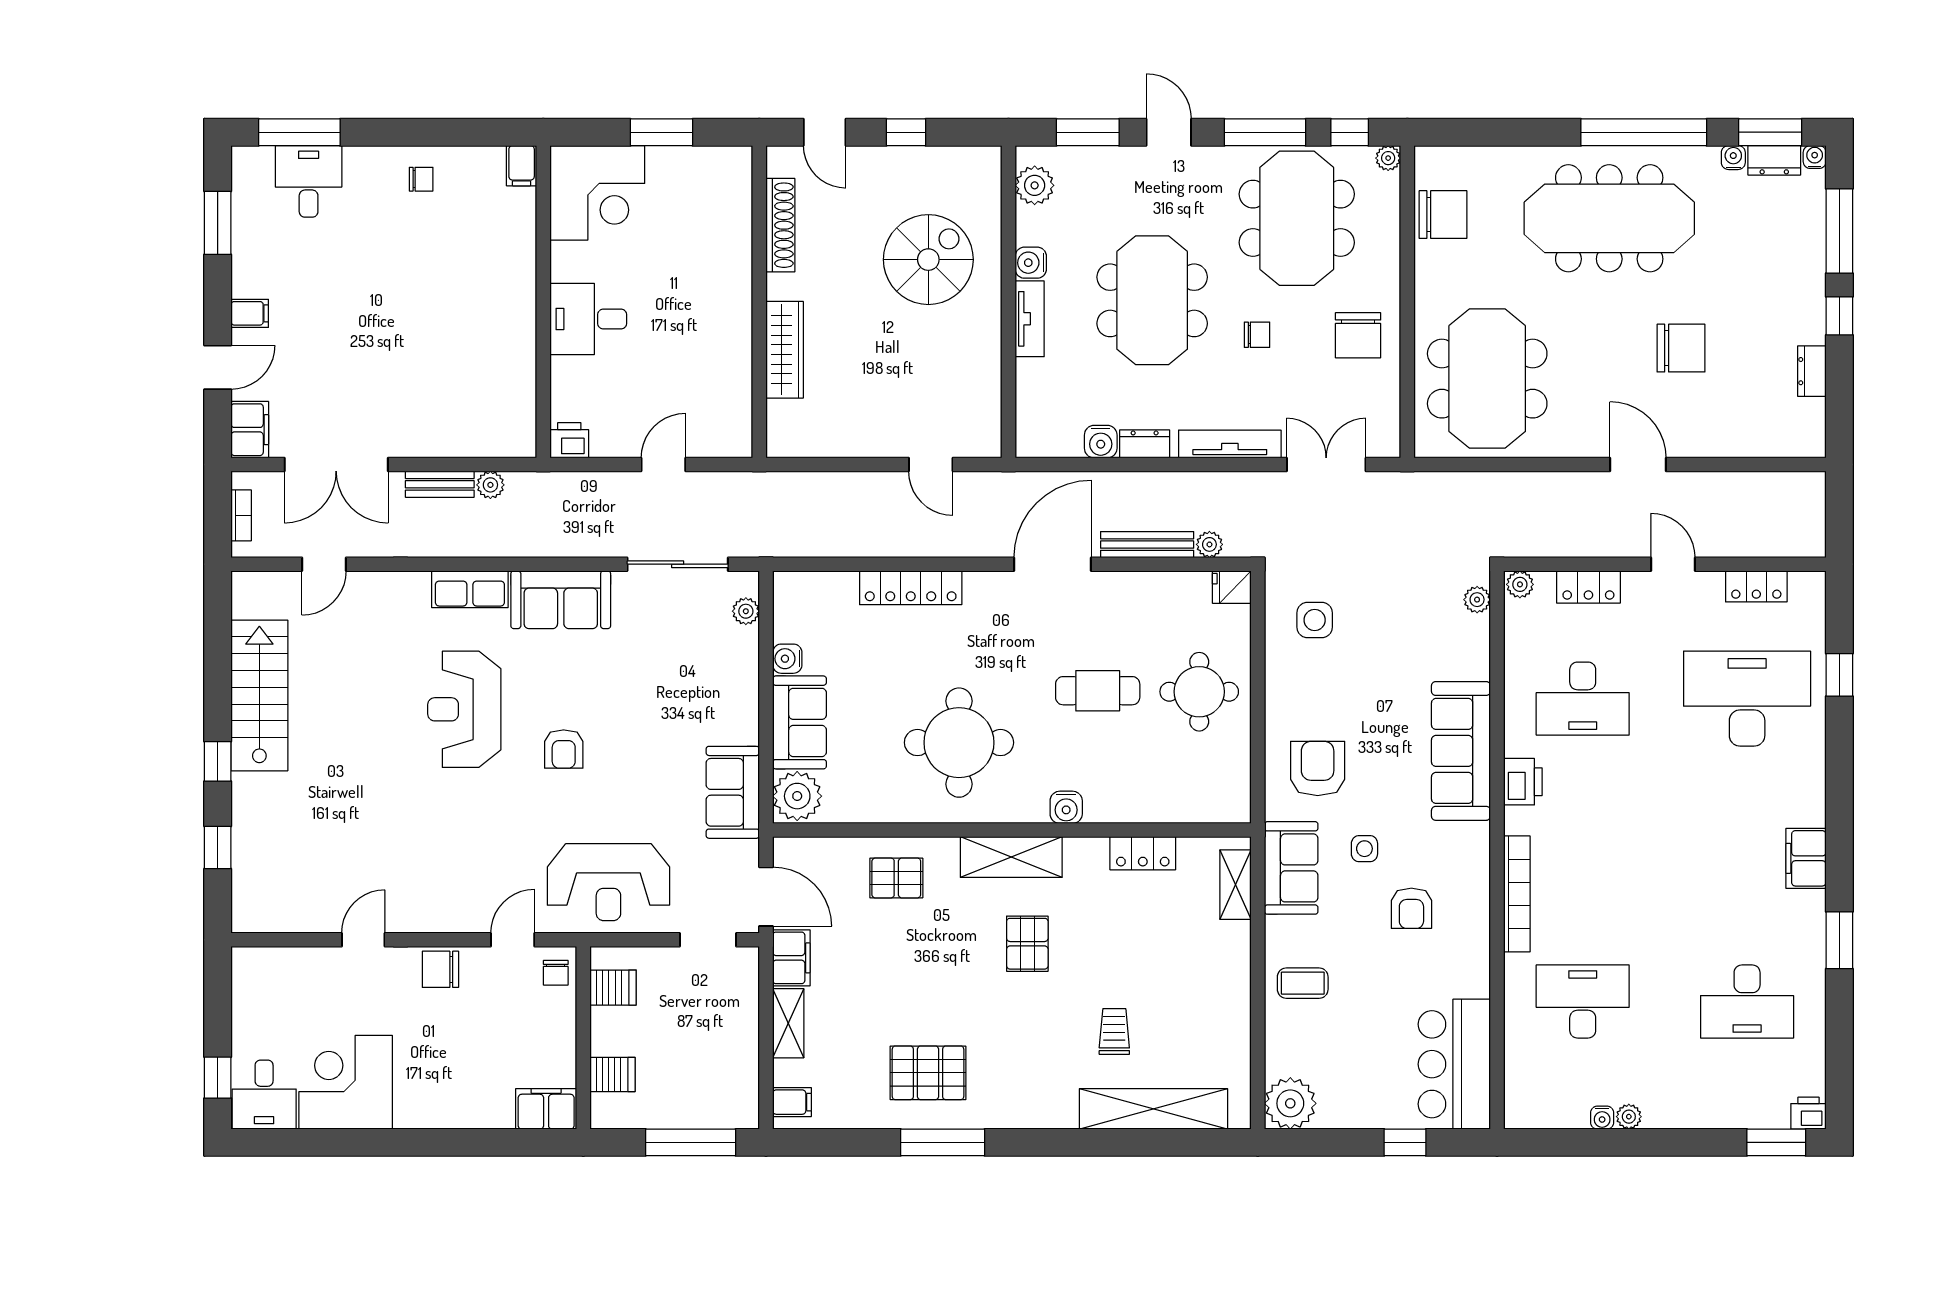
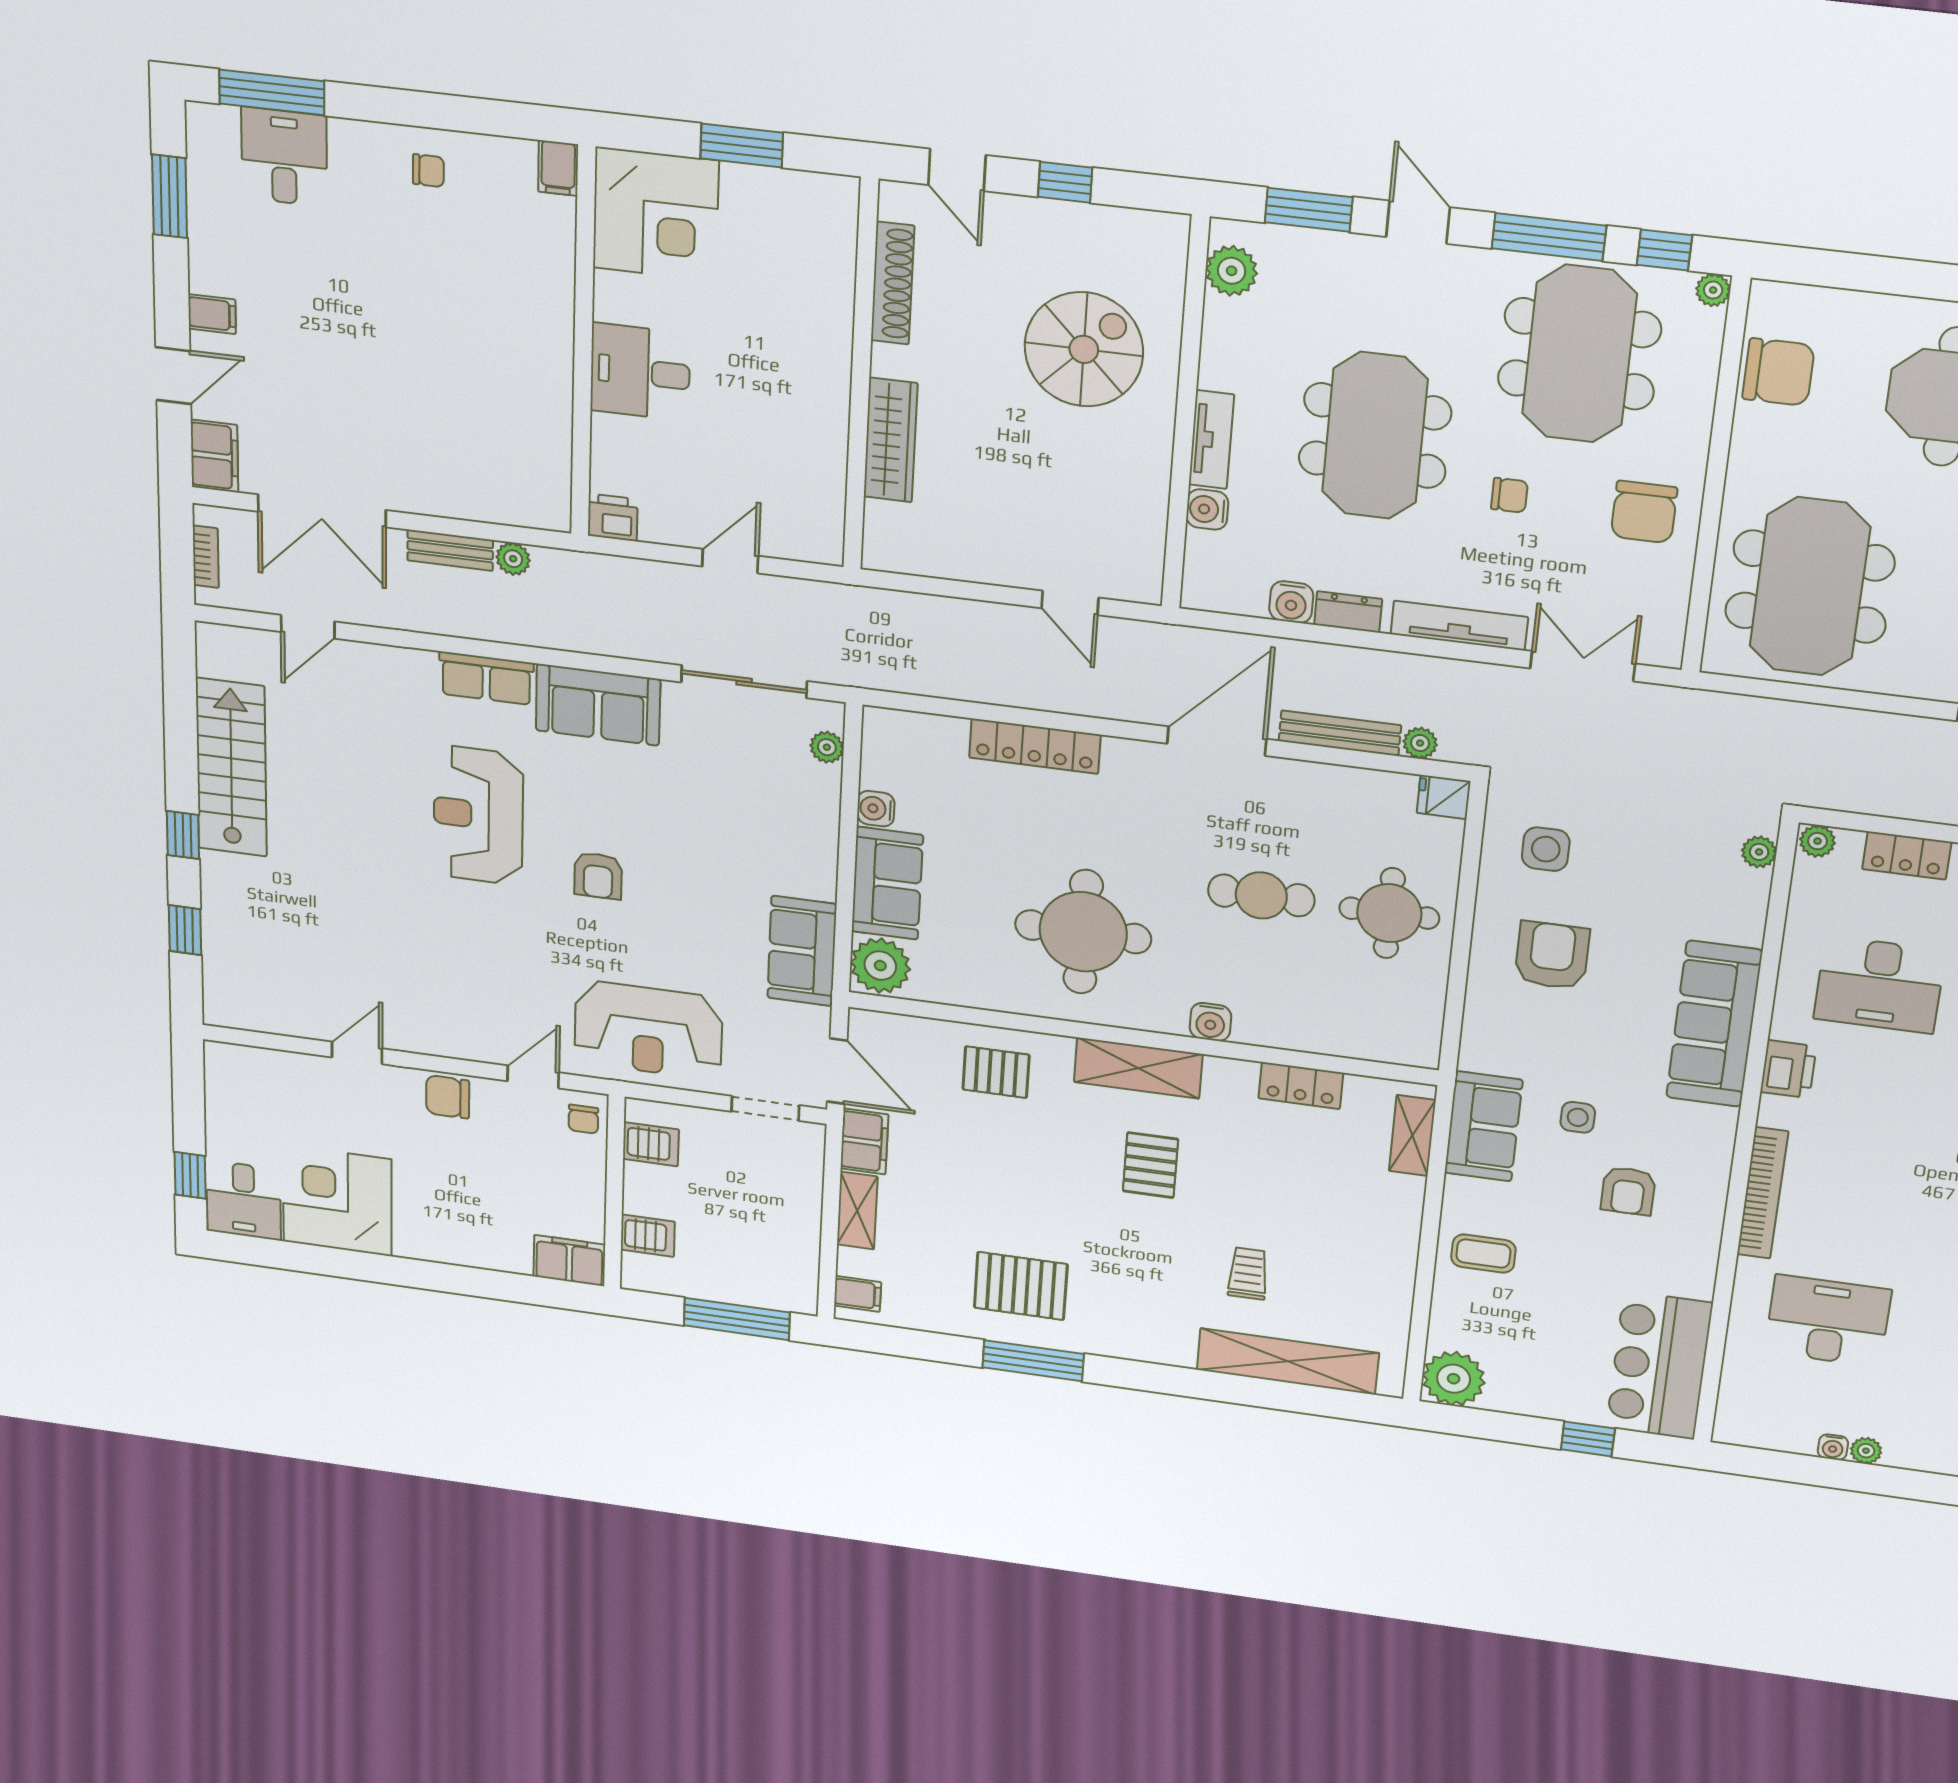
water cooler: (1031, 263) -> (1207, 509), moved
armchair: (1318, 768) -> (1552, 956), moved

